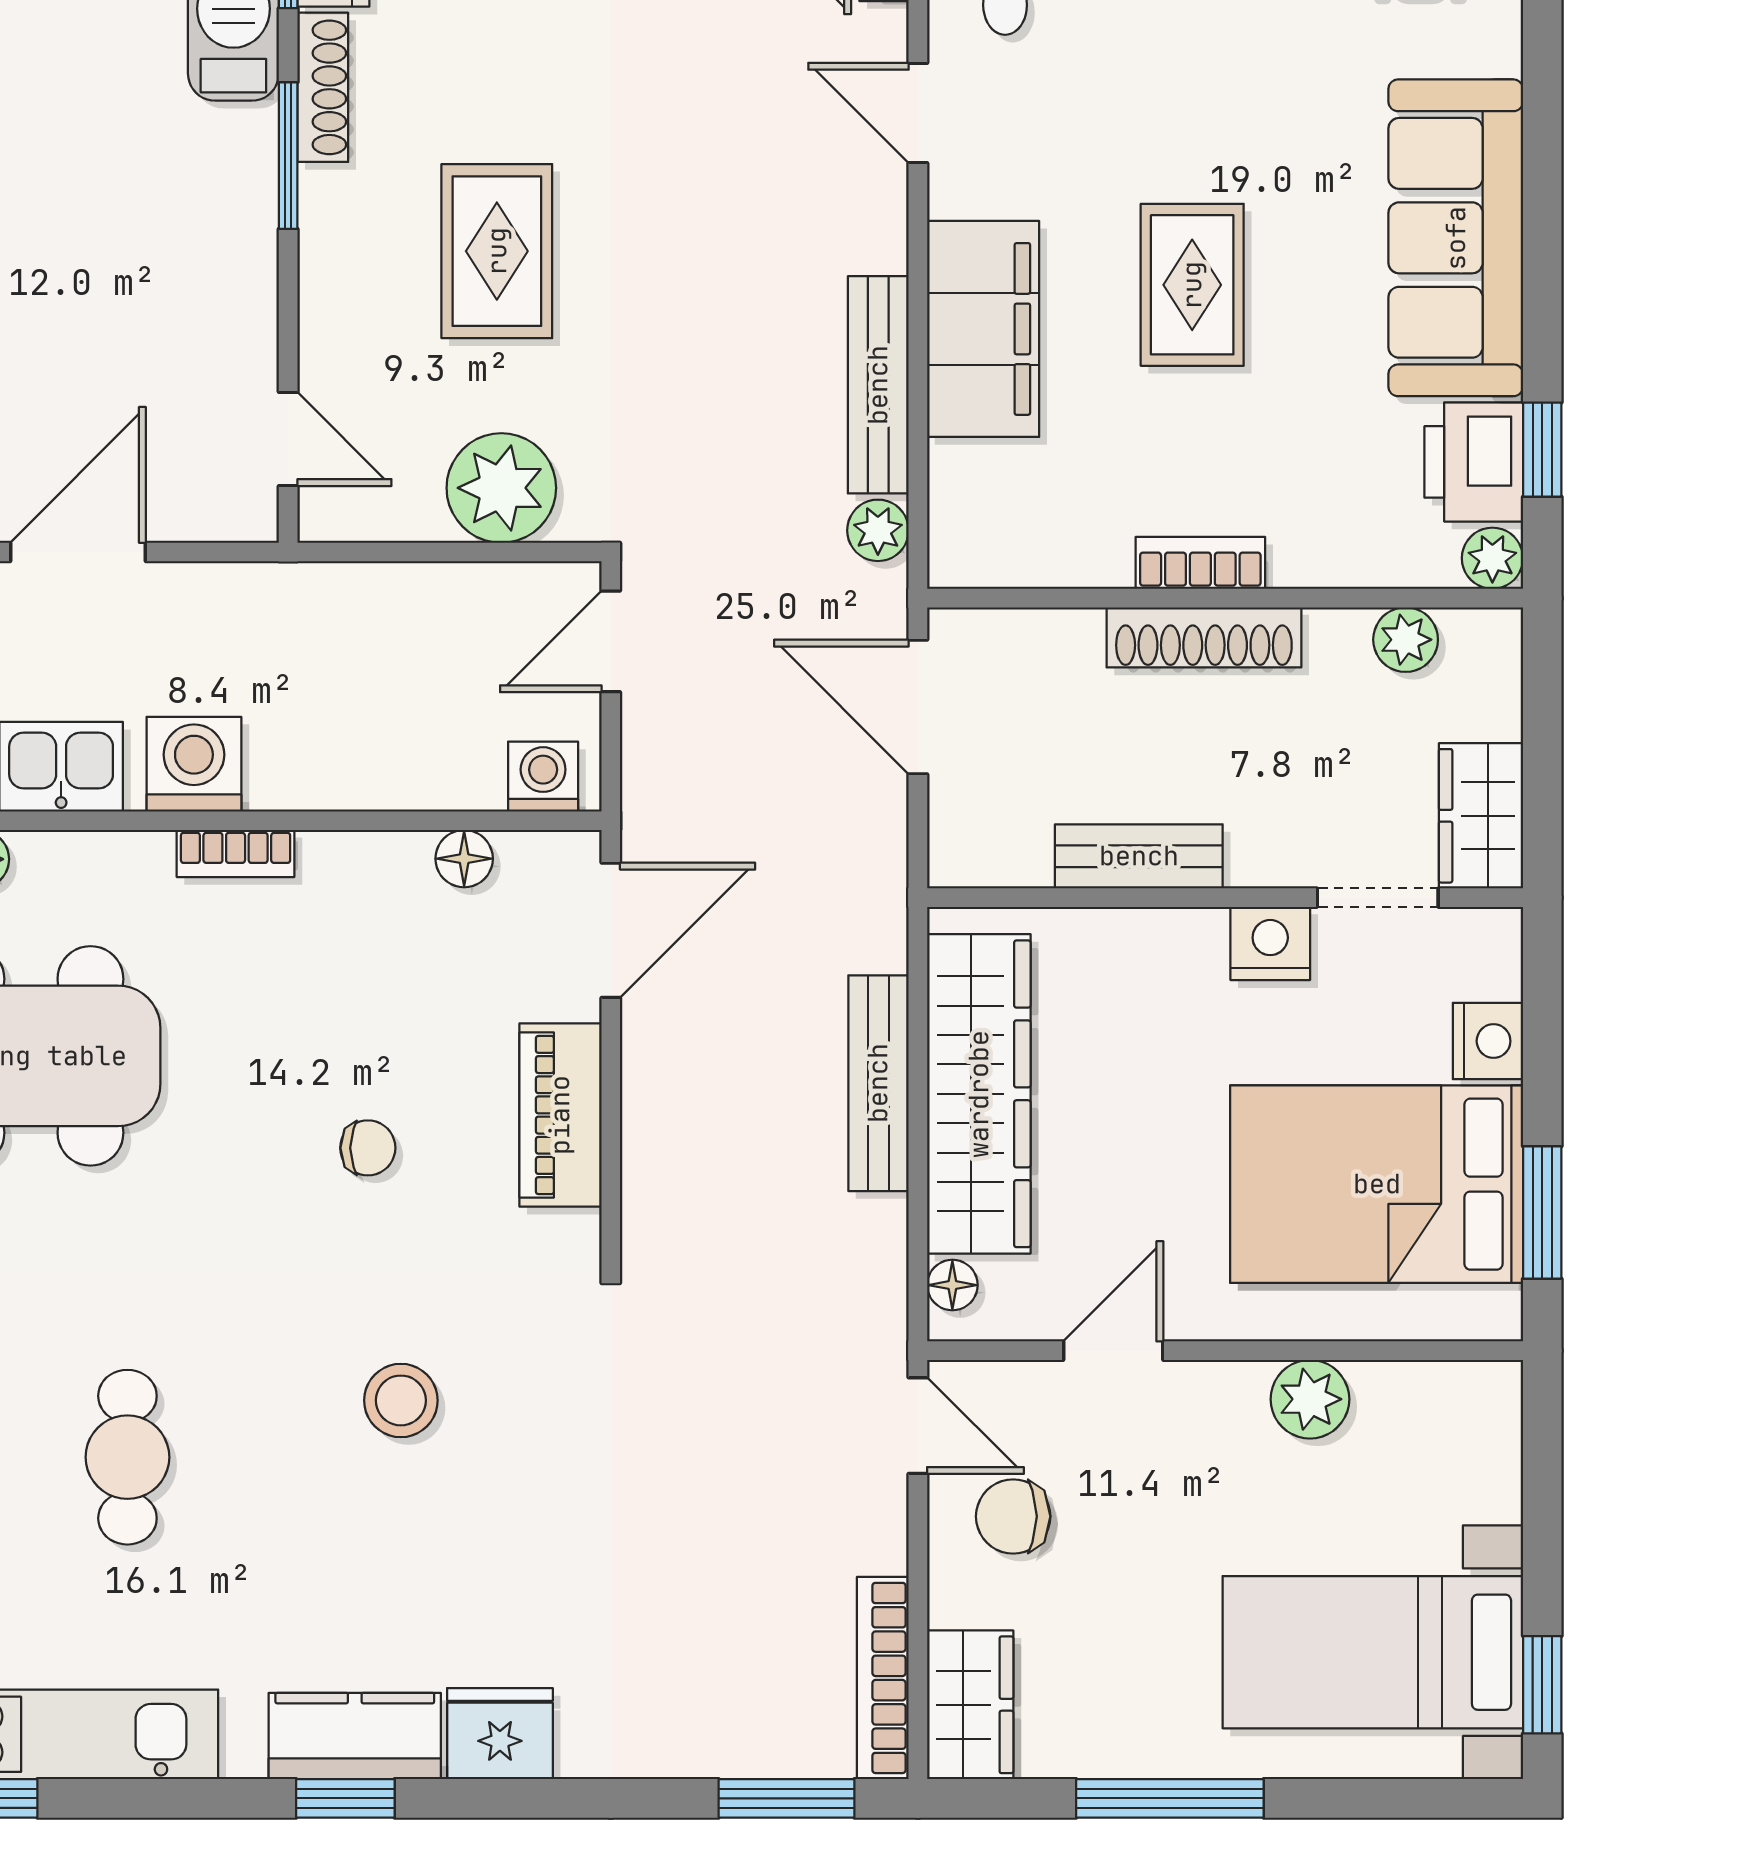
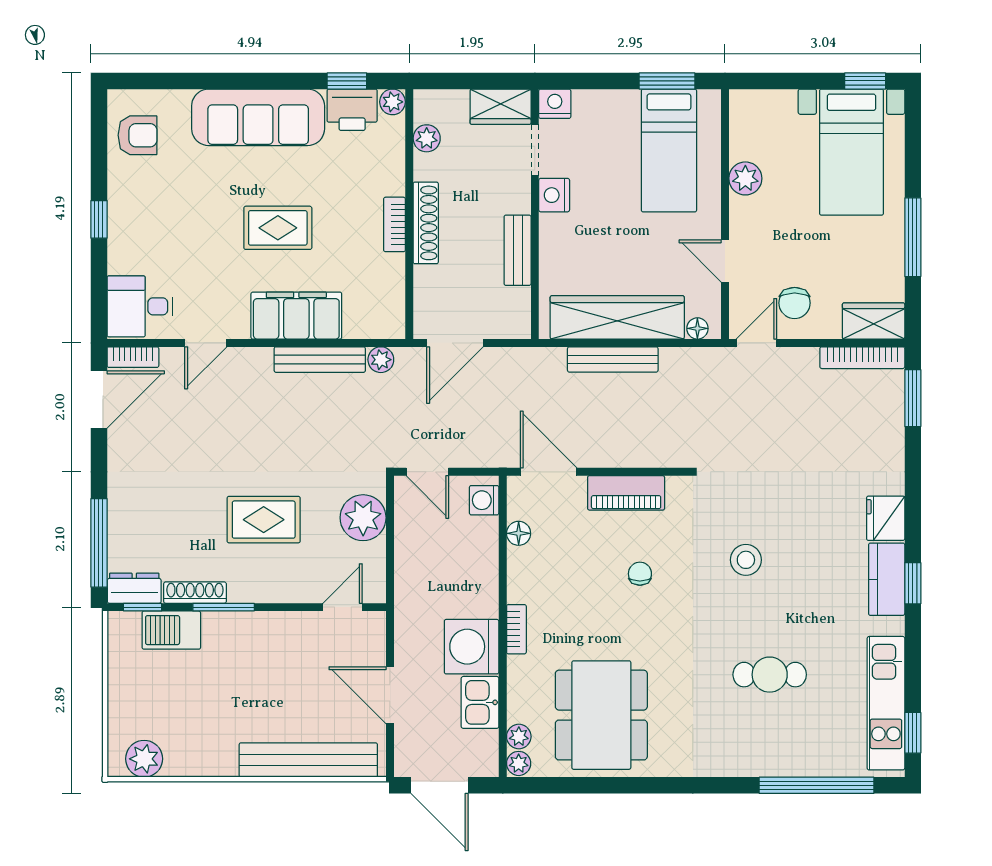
washing machine: (194, 764) -> (472, 647), width x1.37, depth x1.37
nightstand: (1488, 1041) -> (555, 104), moved
bed: (1377, 1184) -> (669, 150), width x0.67

